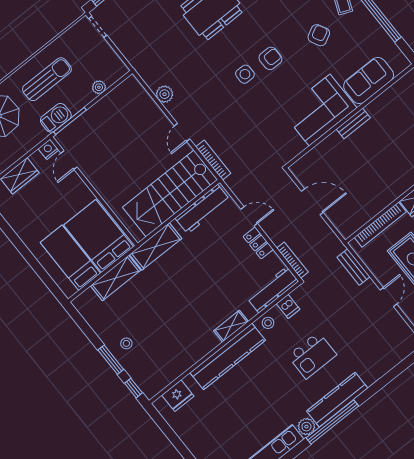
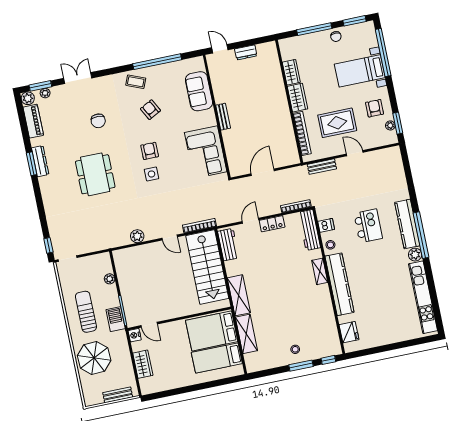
corner sofa: (320, 110) -> (206, 152), moved
workbench: (202, 209) -> (228, 245), width x0.73

